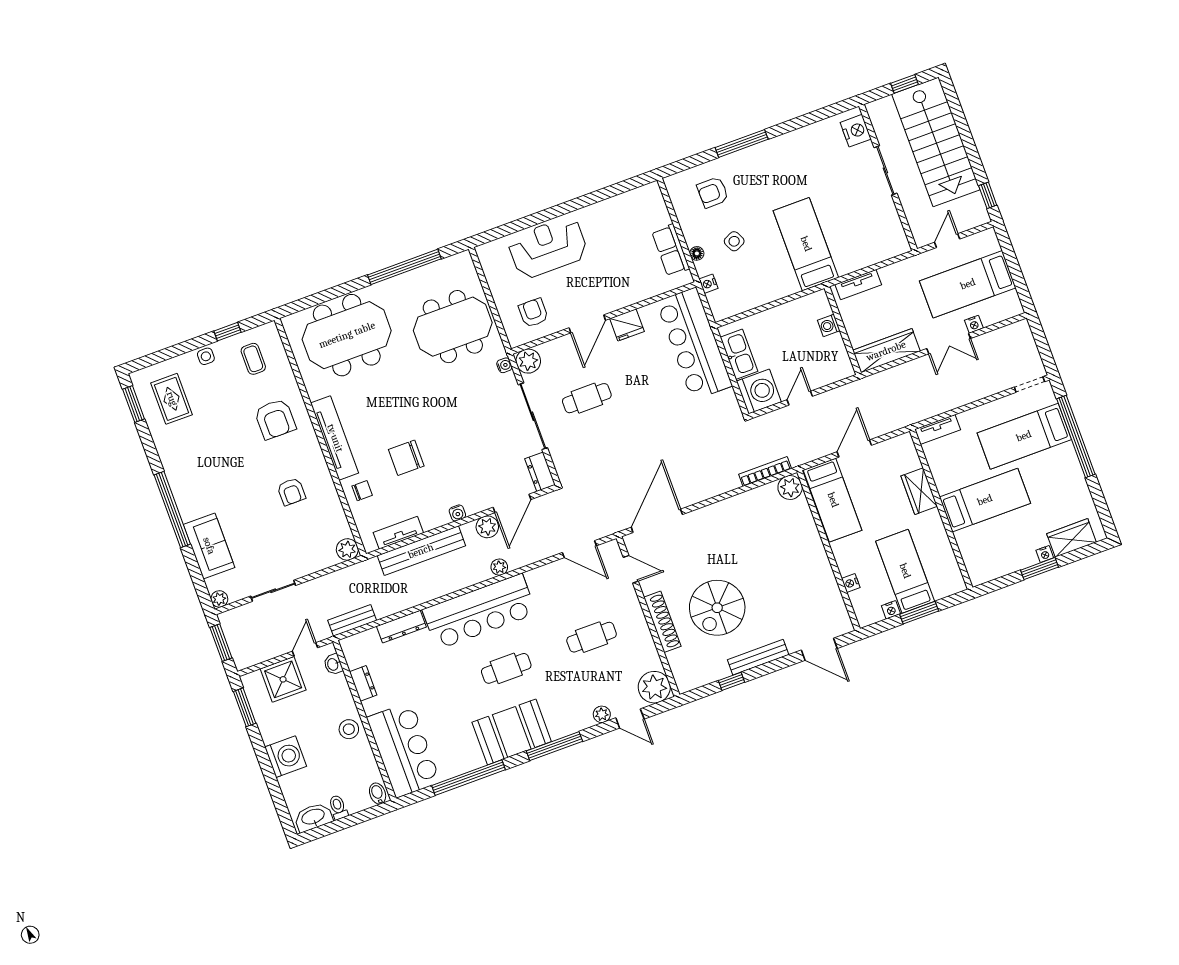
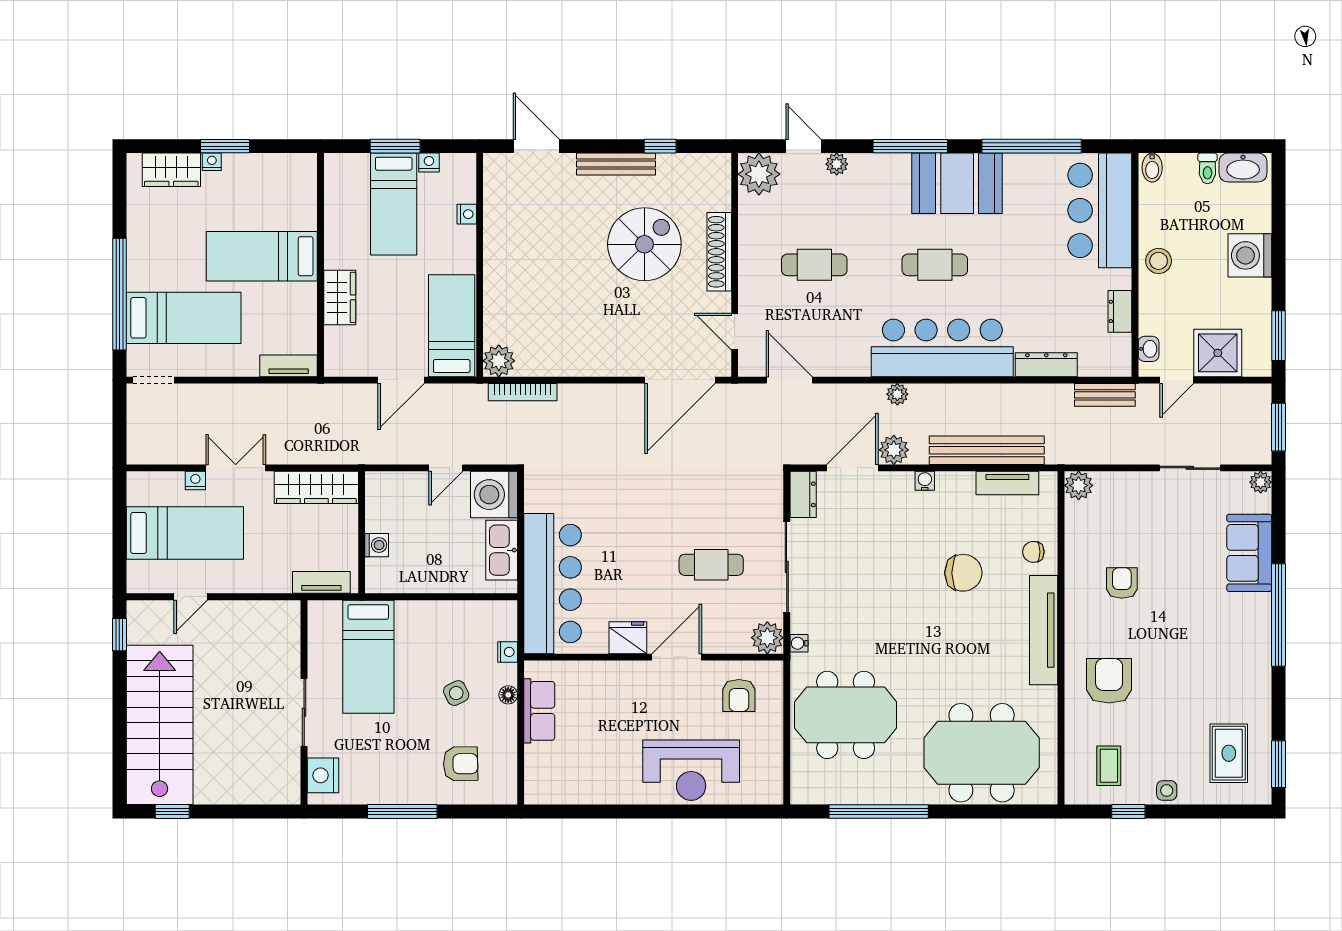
nightstand: (856, 131) -> (323, 775), moved
sliding door: (885, 170) -> (304, 712), moved
wall: (888, 178) -> (304, 702), moved

